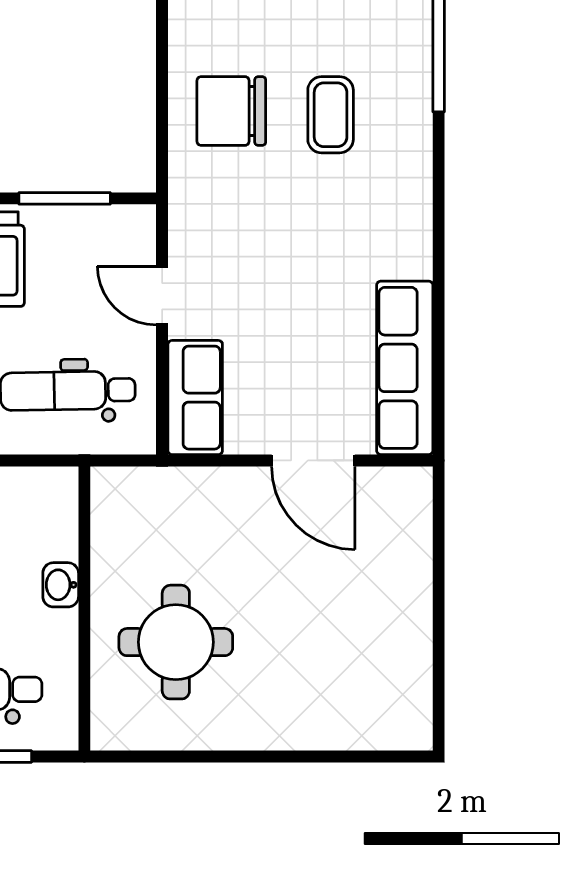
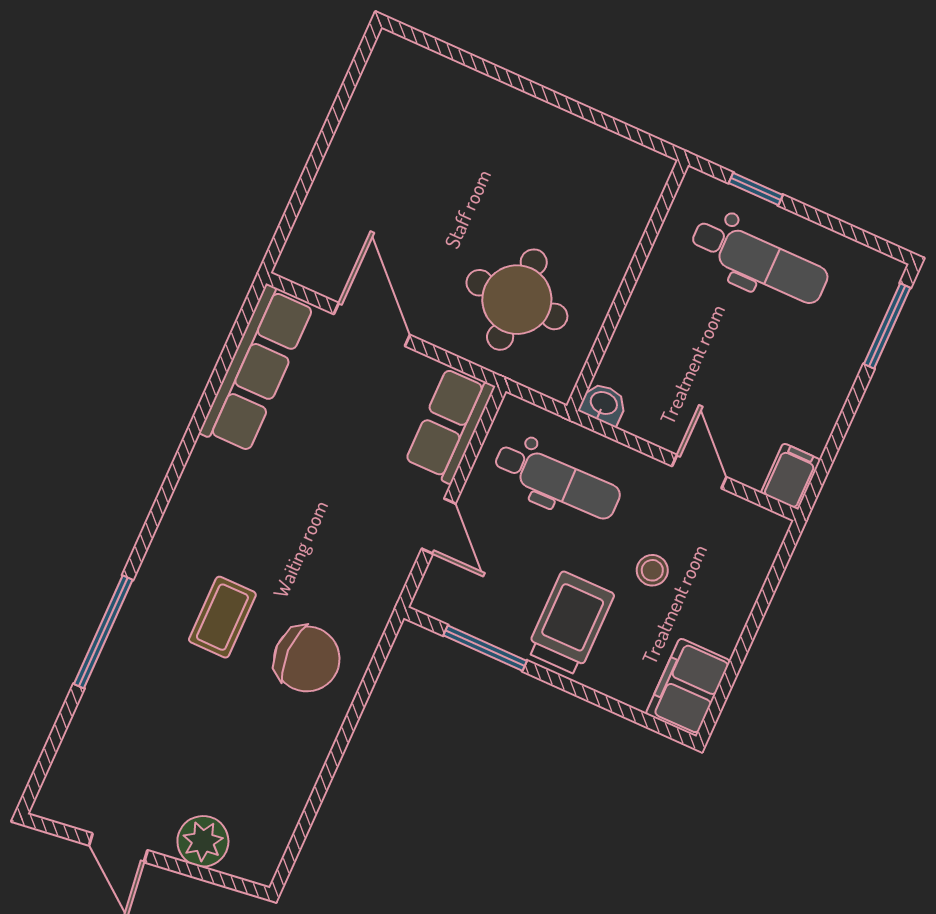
washbasin: (61, 585) -> (603, 404), moved, turned -90
round table: (176, 642) -> (517, 300), moved

